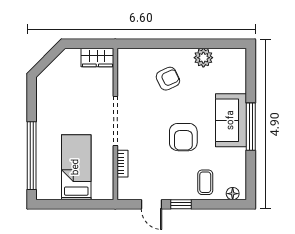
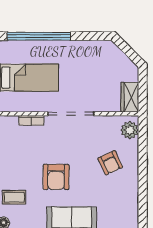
plant: (203, 58) -> (130, 130), moved
armchair: (183, 137) -> (56, 177), turned -90

